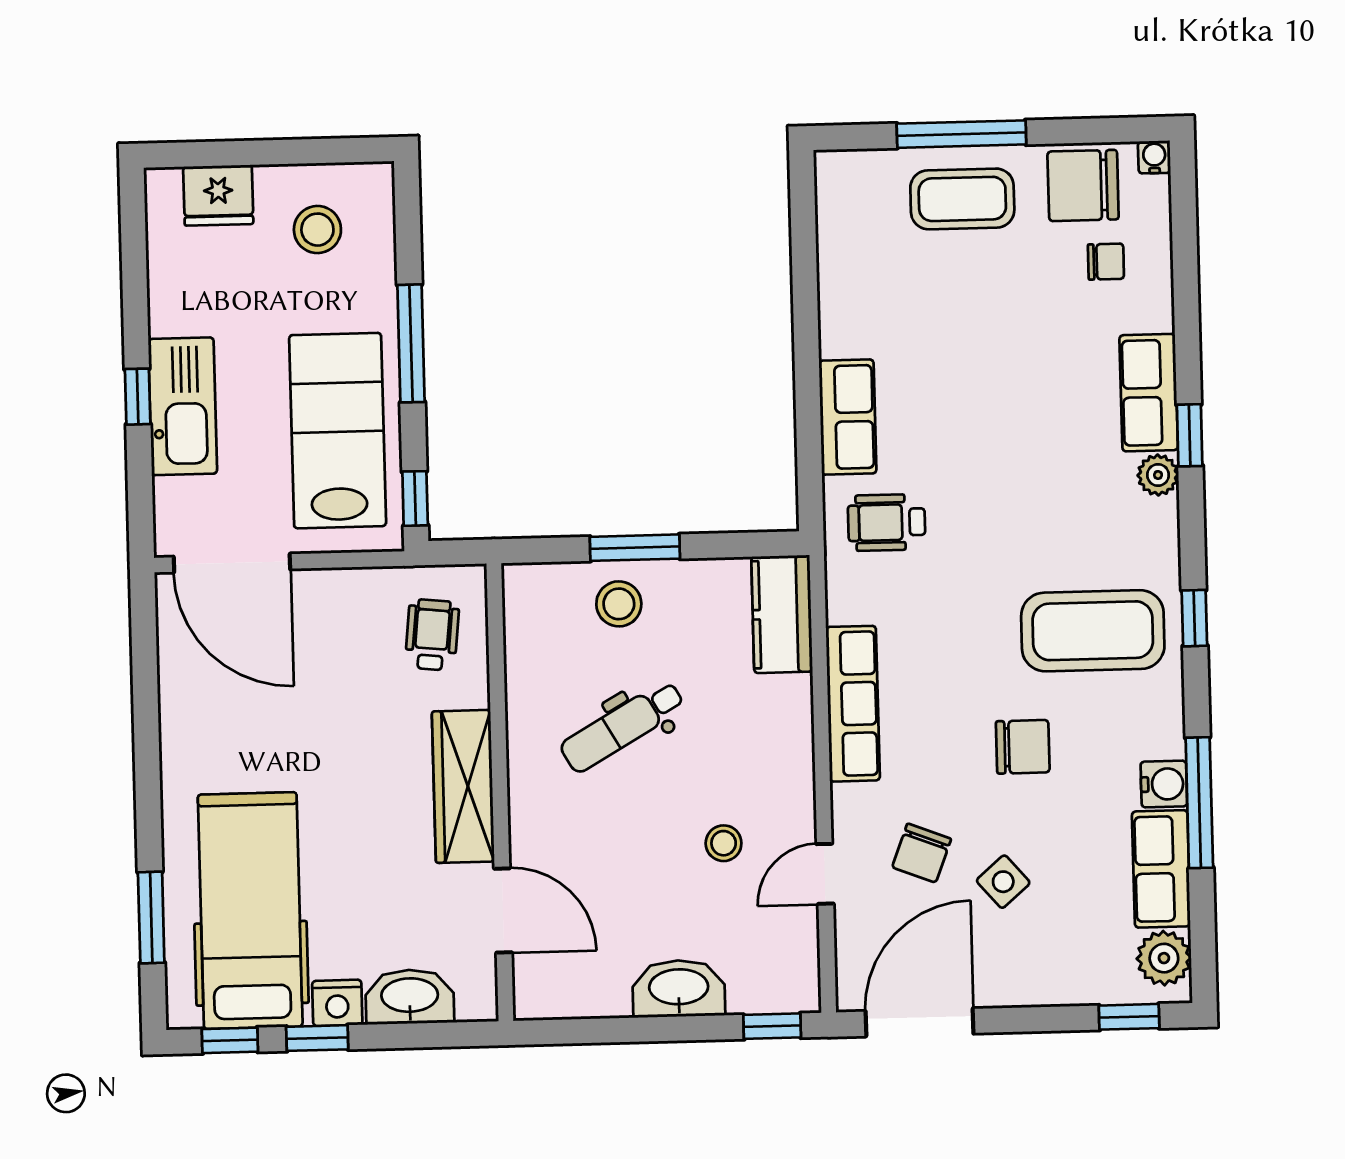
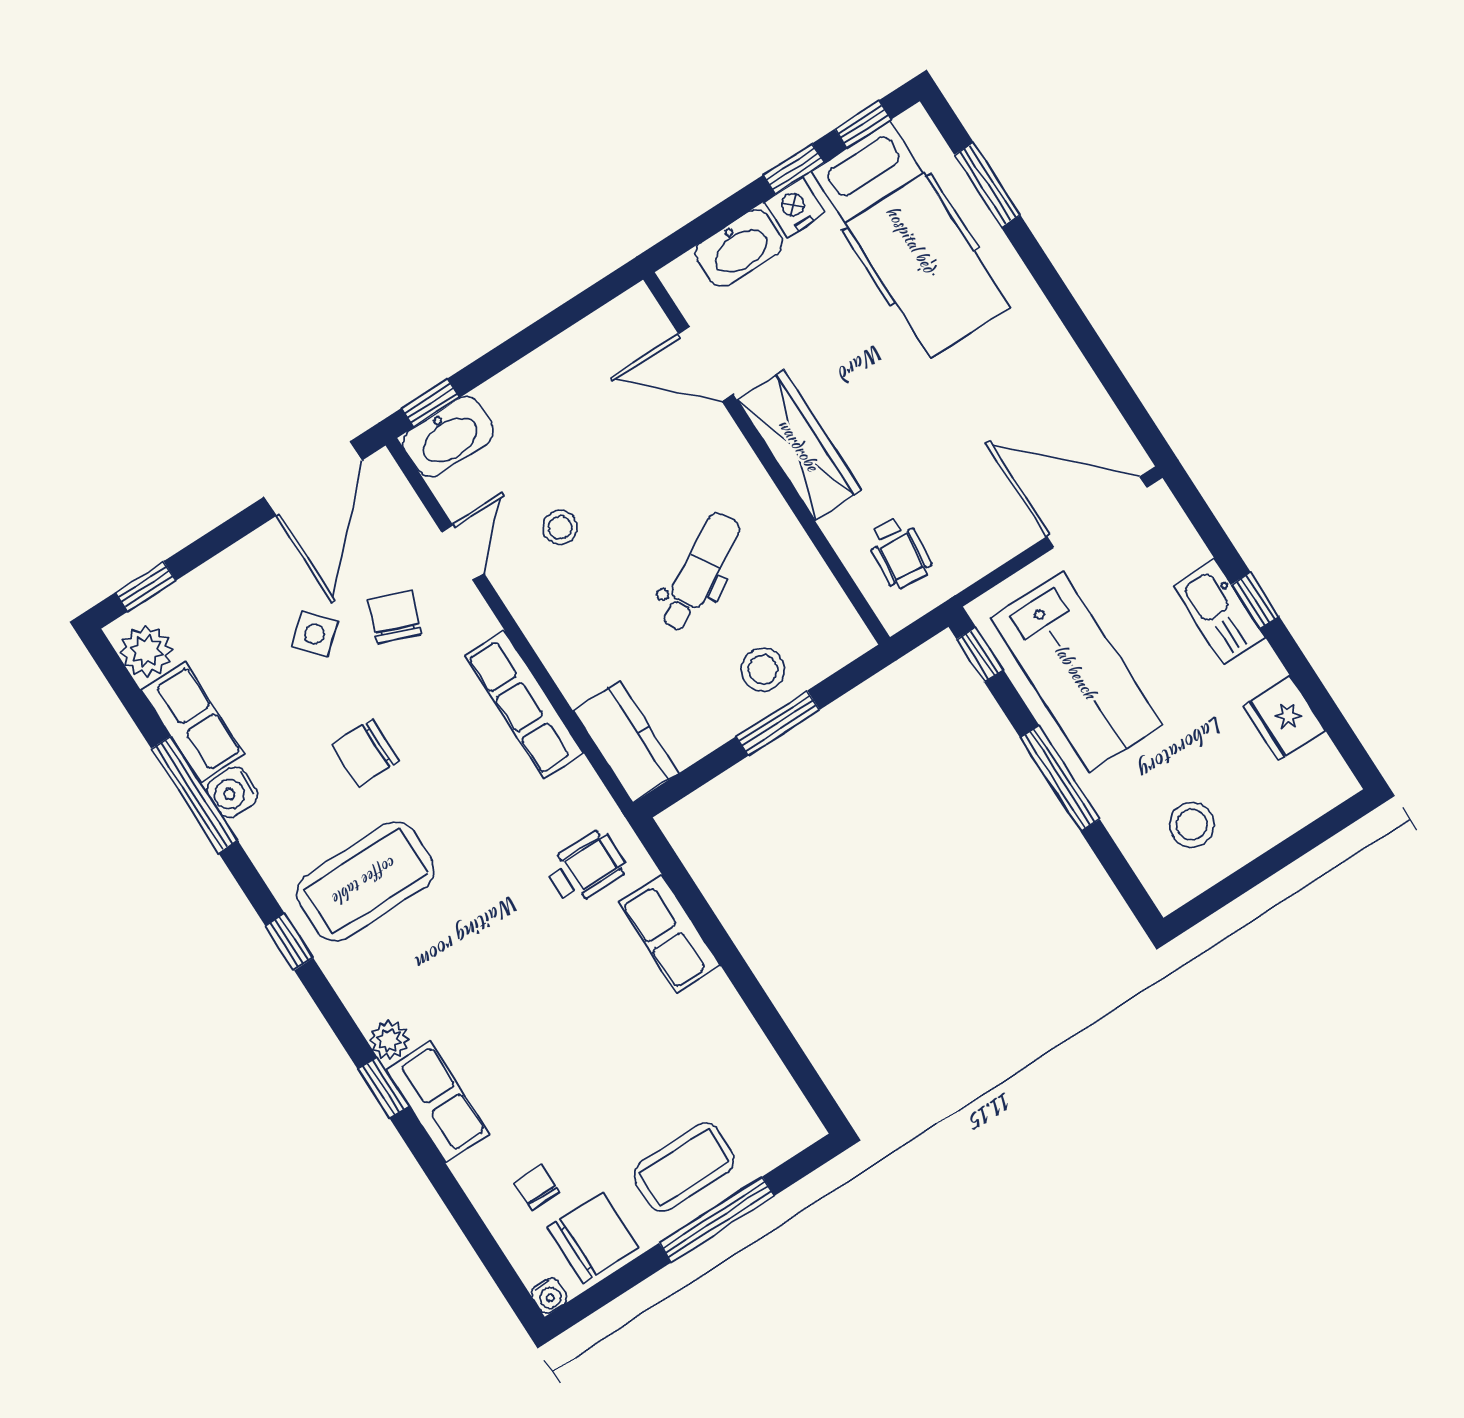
fridge: (218, 195) -> (1284, 718), moved, turned -90
chair: (1106, 262) -> (537, 1187), turned 90
kitchen sink: (183, 406) -> (1219, 612), width x0.73, depth x0.81
washbasin: (679, 988) -> (448, 437), moved

